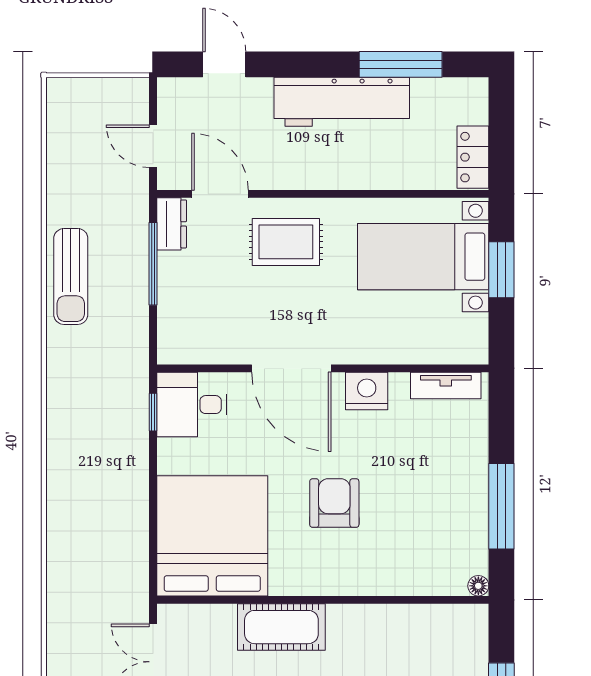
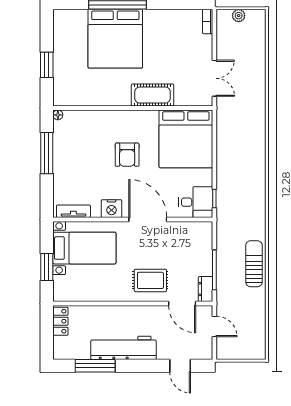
bed with nightstands: (423, 257) -> (84, 248), moved

